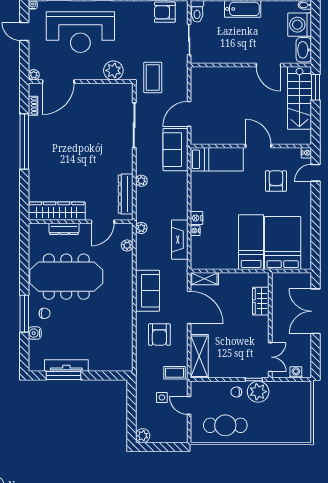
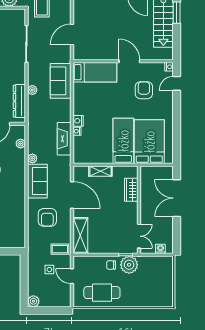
sofa: (175, 150) -> (61, 81), moved
plant: (141, 228) -> (32, 158), moved
shelving: (204, 279) -> (100, 171), moved

